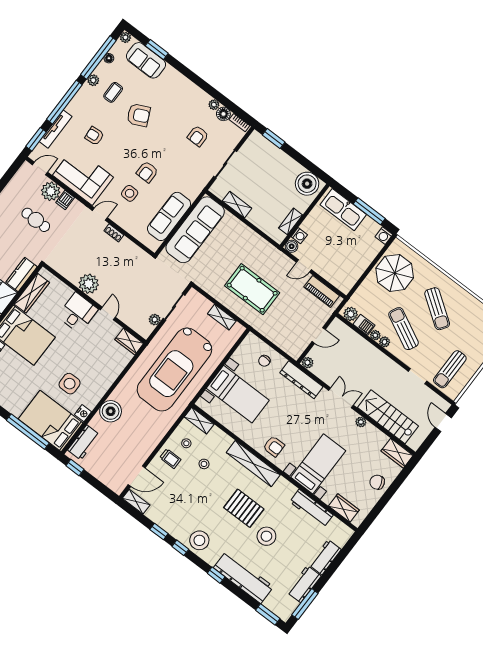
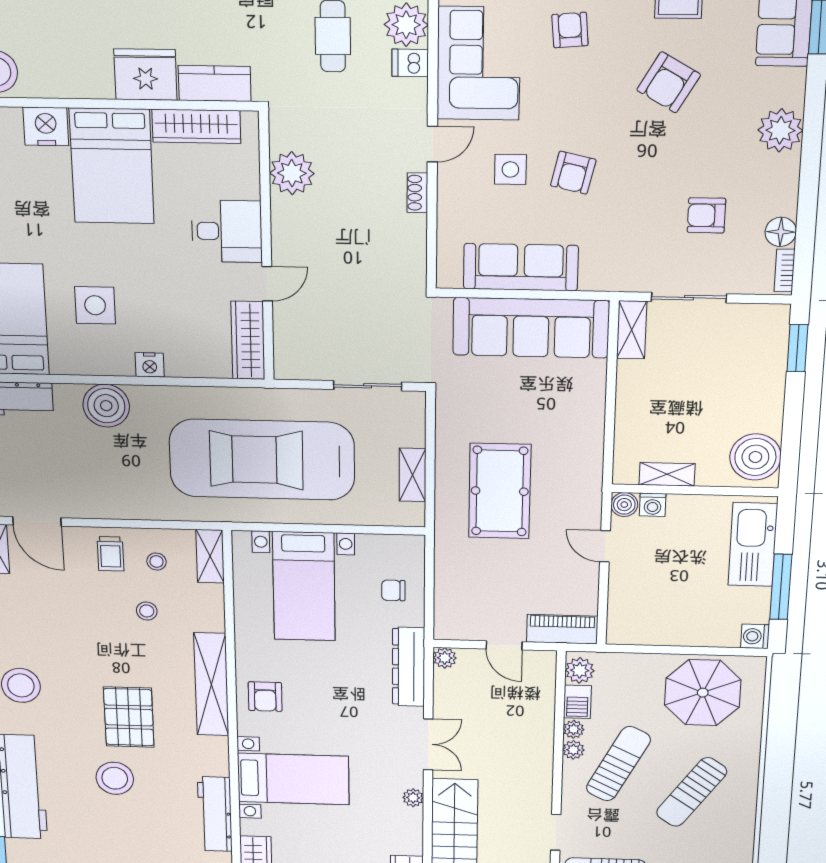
plant: (214, 105) -> (780, 130), moved, width x1.88, depth x1.88
armchair: (139, 115) -> (669, 82), turned 55
armchair: (147, 172) -> (573, 173), turned -77
shelving: (237, 205) -> (632, 330), moved
door: (100, 214) -> (432, 144), hinge flipped
plant: (89, 284) -> (292, 173), moved
piano: (322, 291) -> (562, 629), moved, turned 90
plant: (155, 320) -> (320, 369), removed
wardrobe: (129, 342) -> (248, 340), width x1.50
nightstand: (83, 413) -> (150, 365), moved

